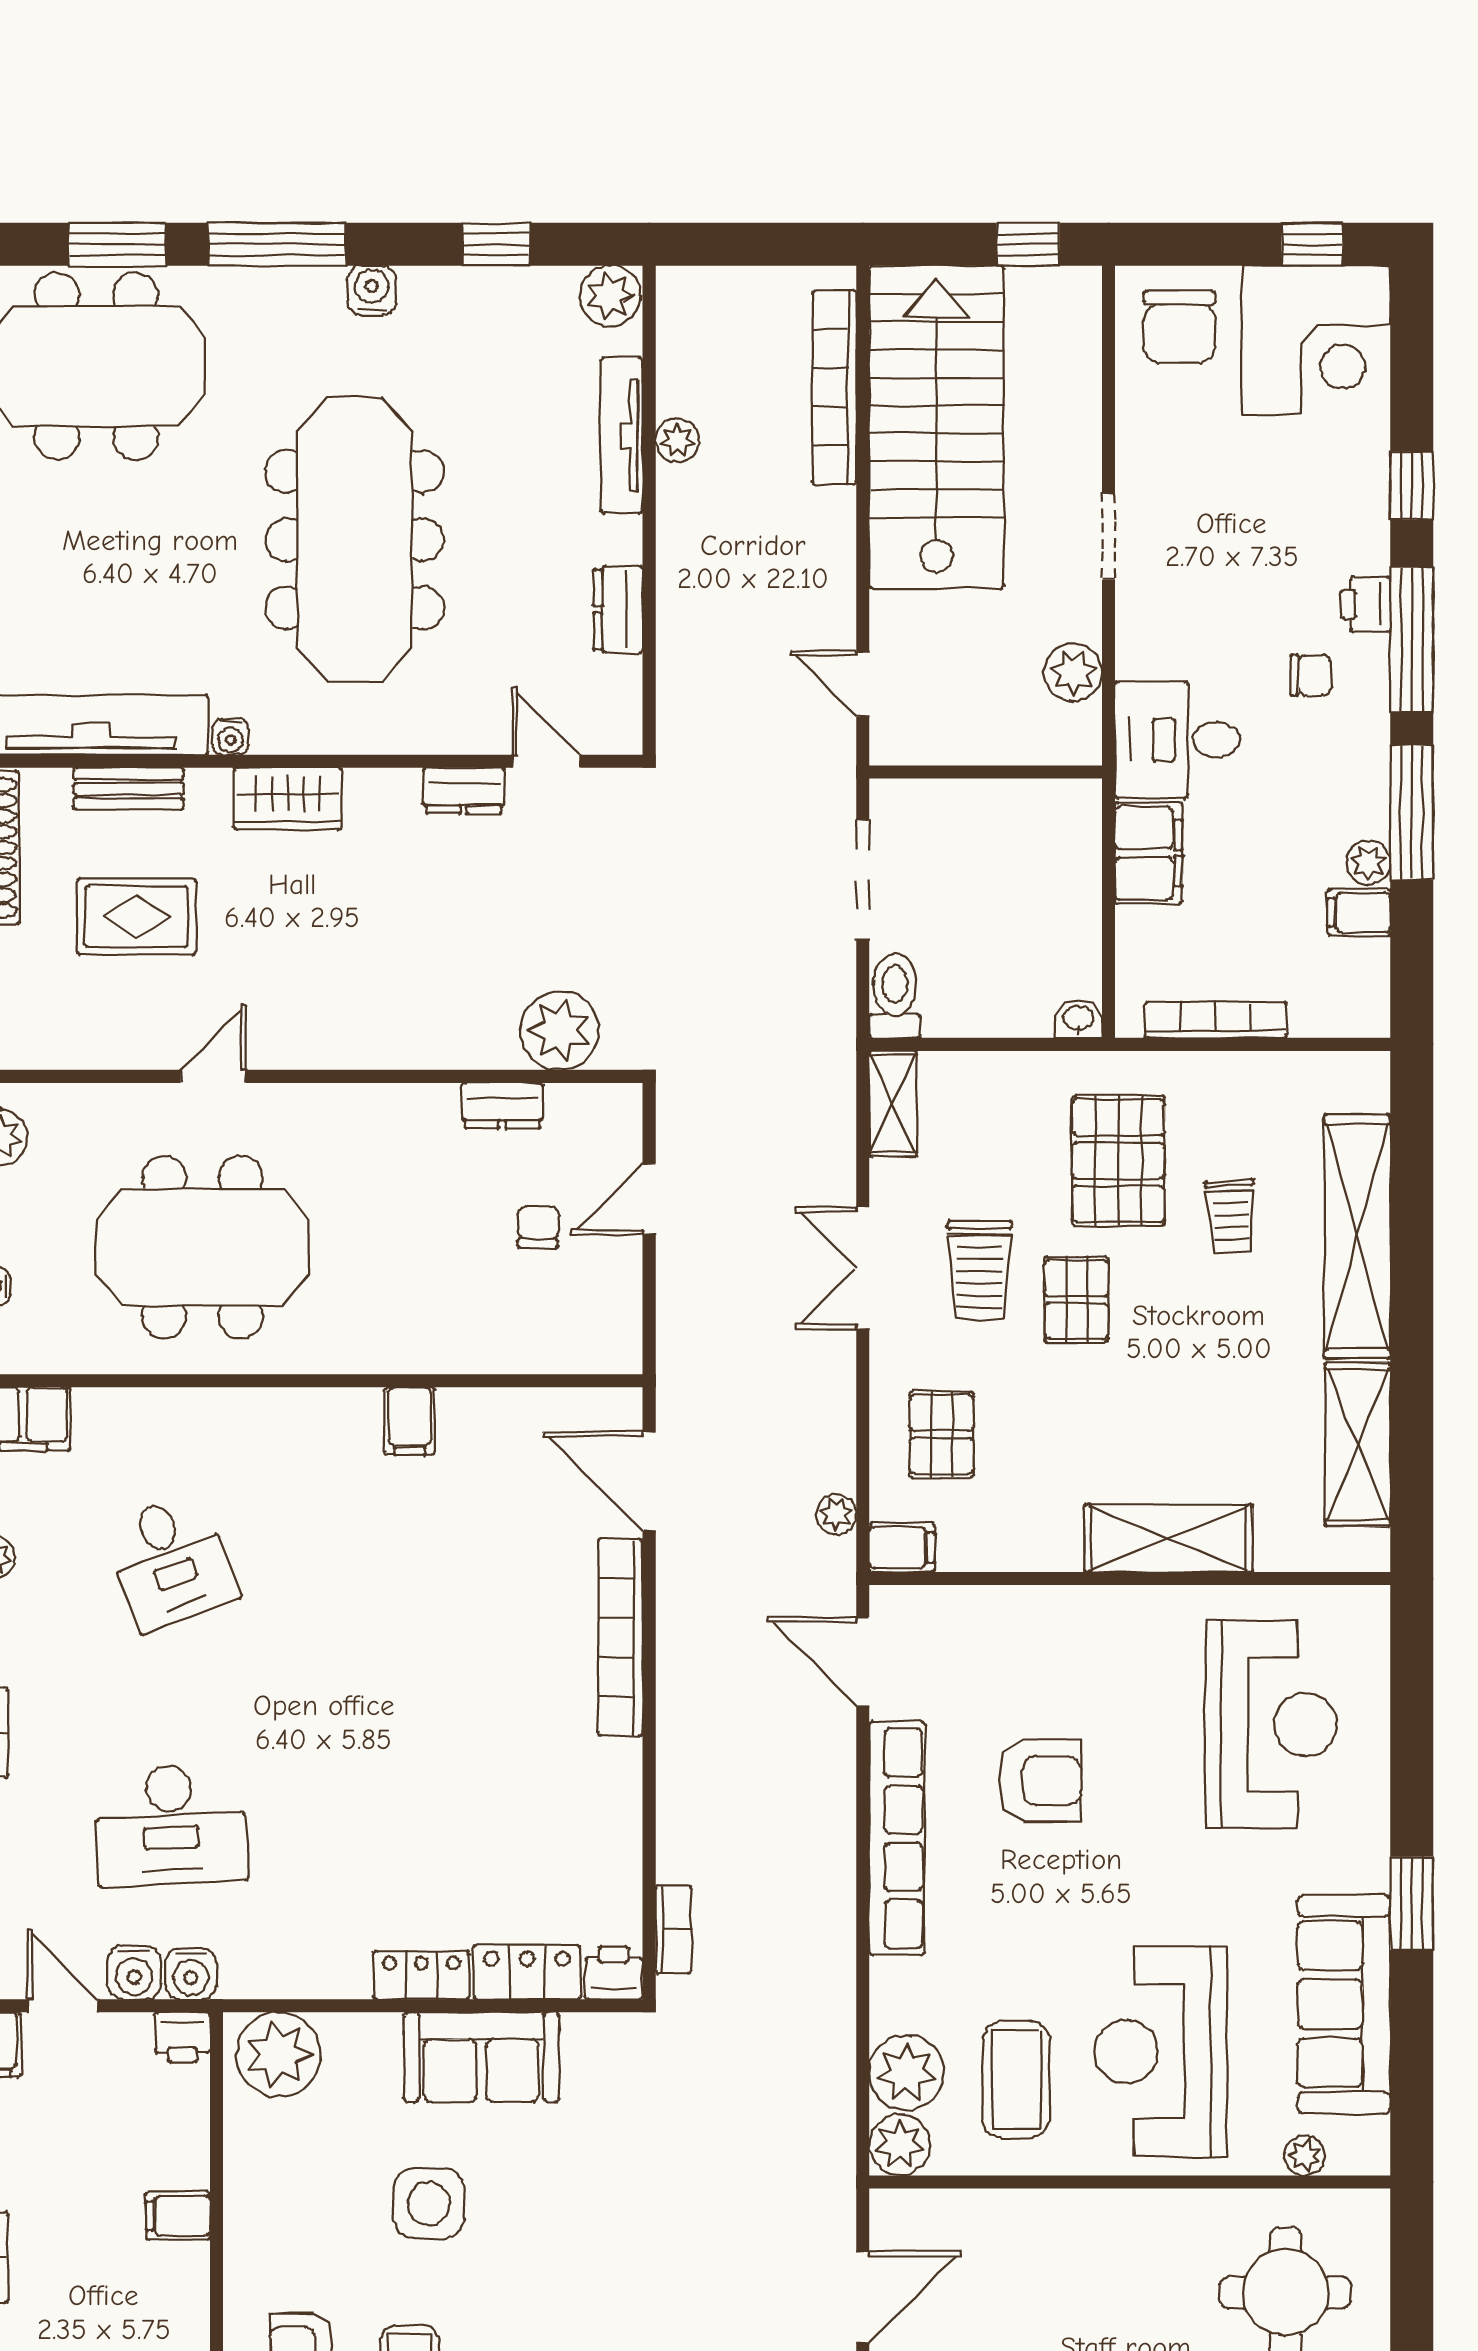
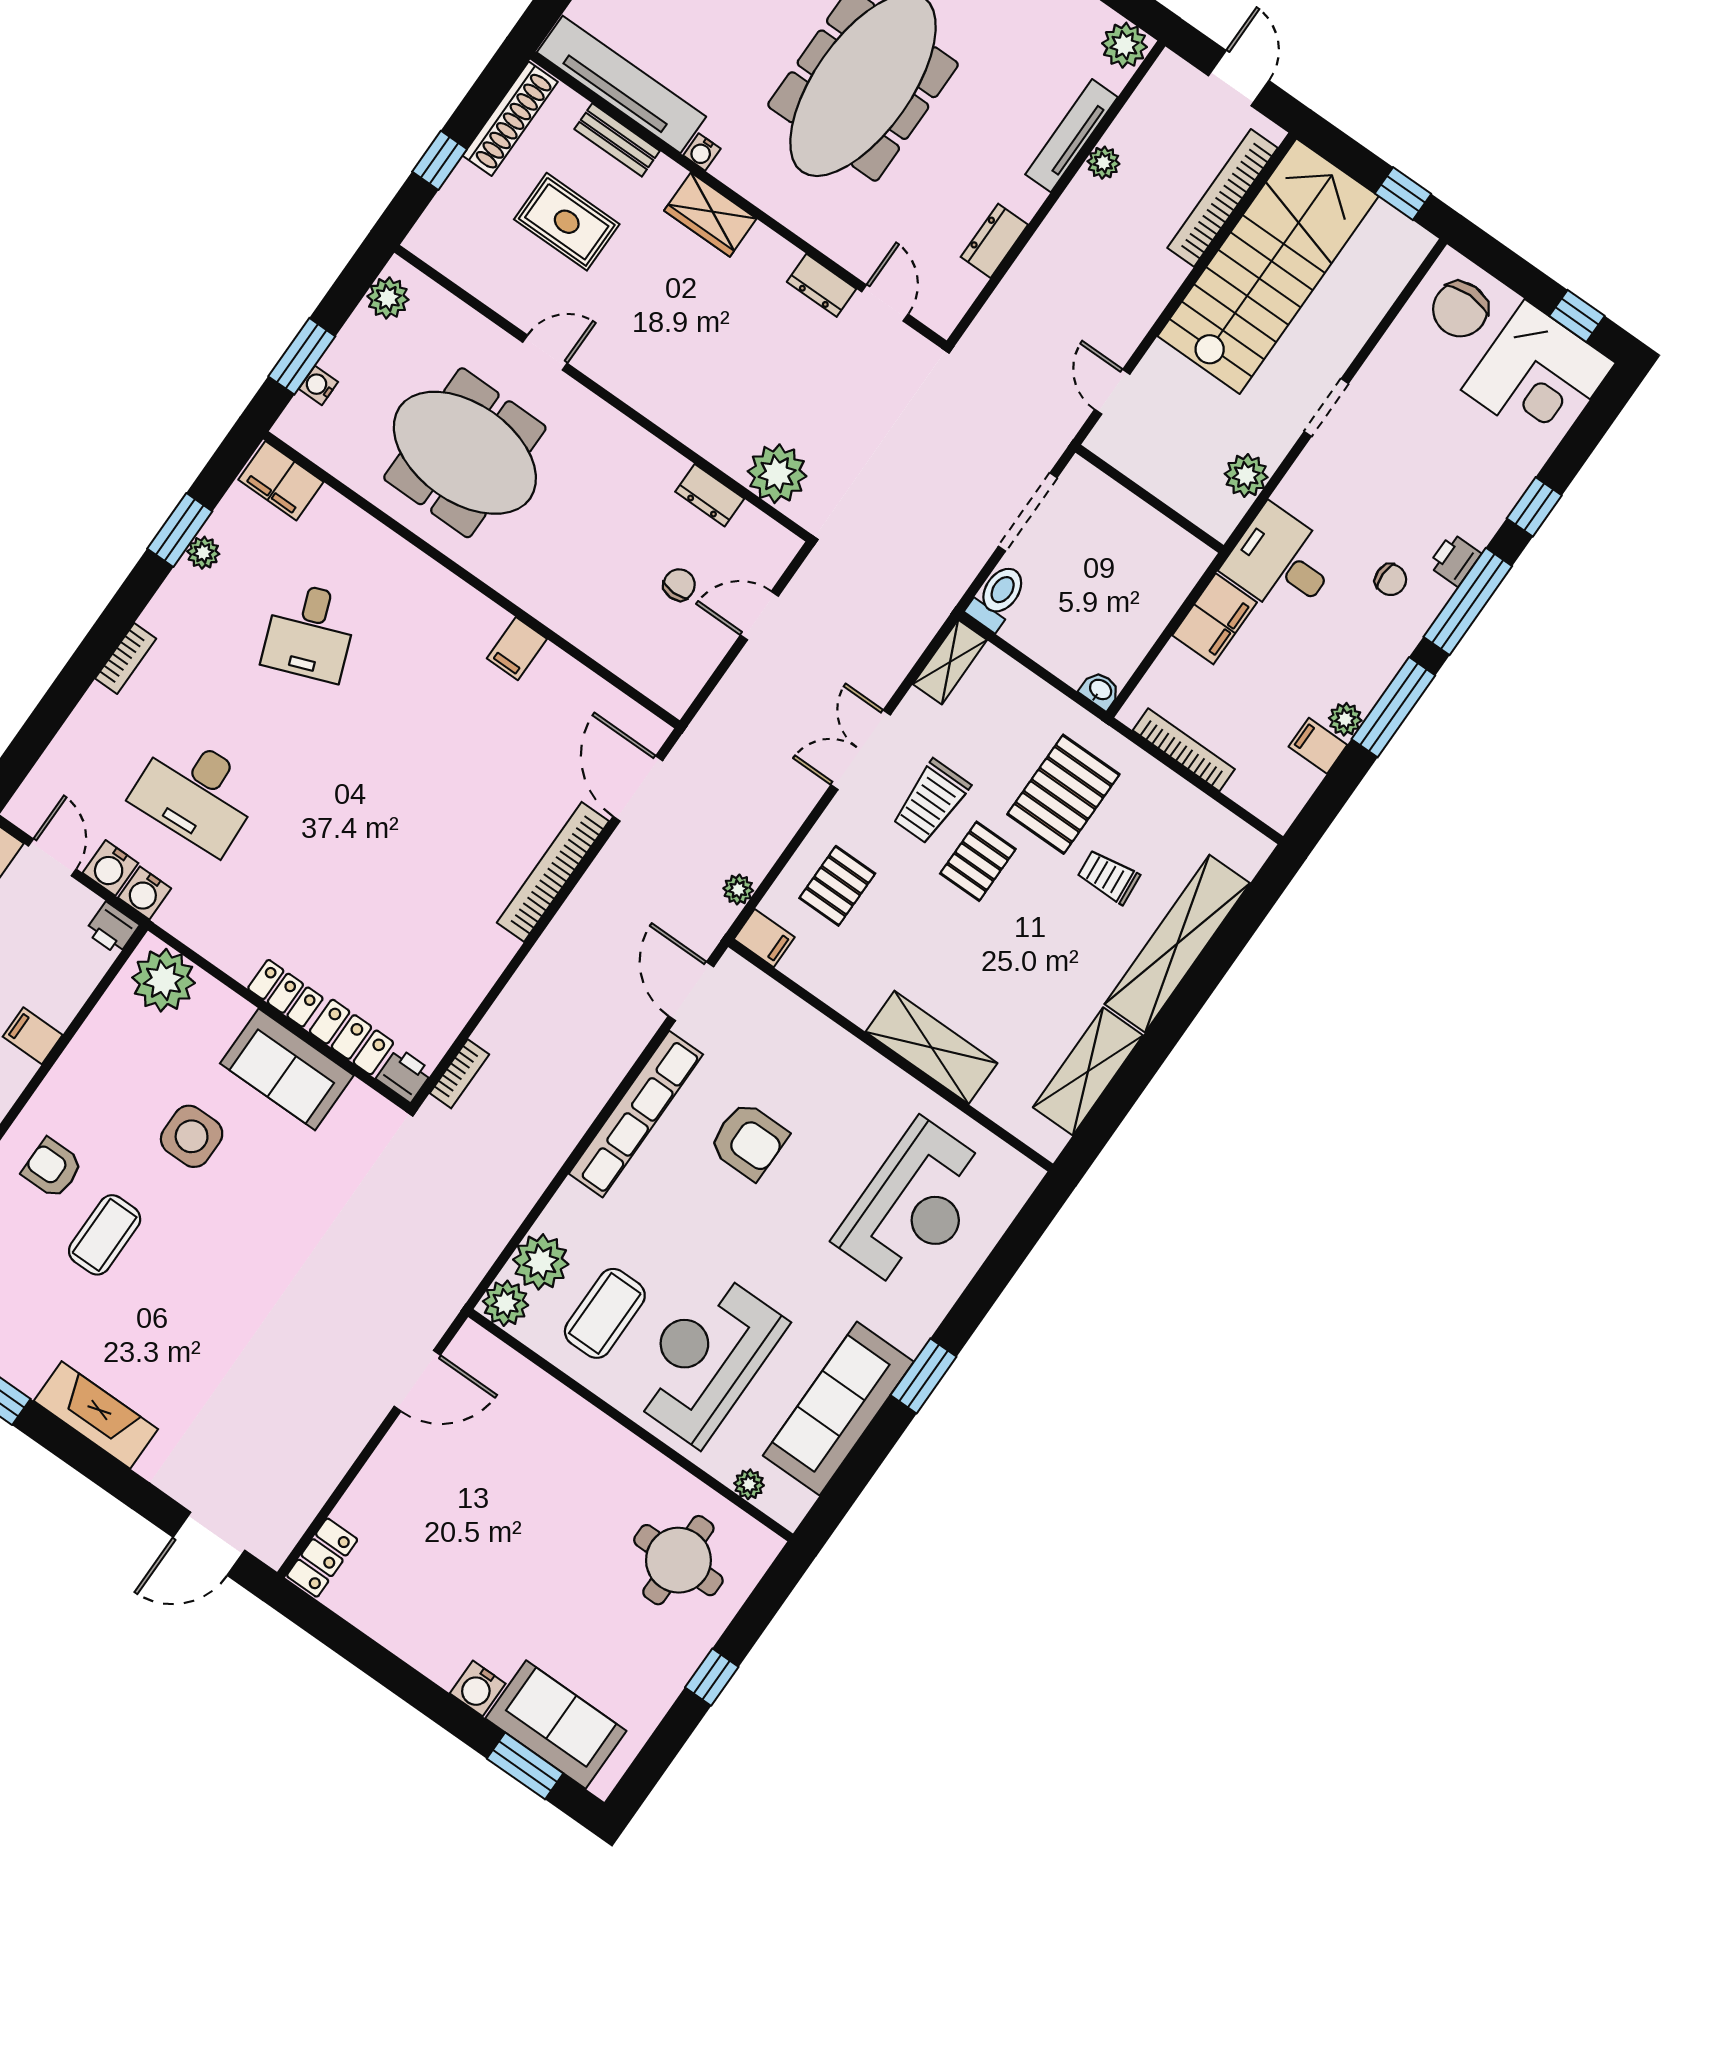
door: (760, 244) -> (1239, 78), added
trolley: (1231, 1216) -> (1108, 877), turned 88

